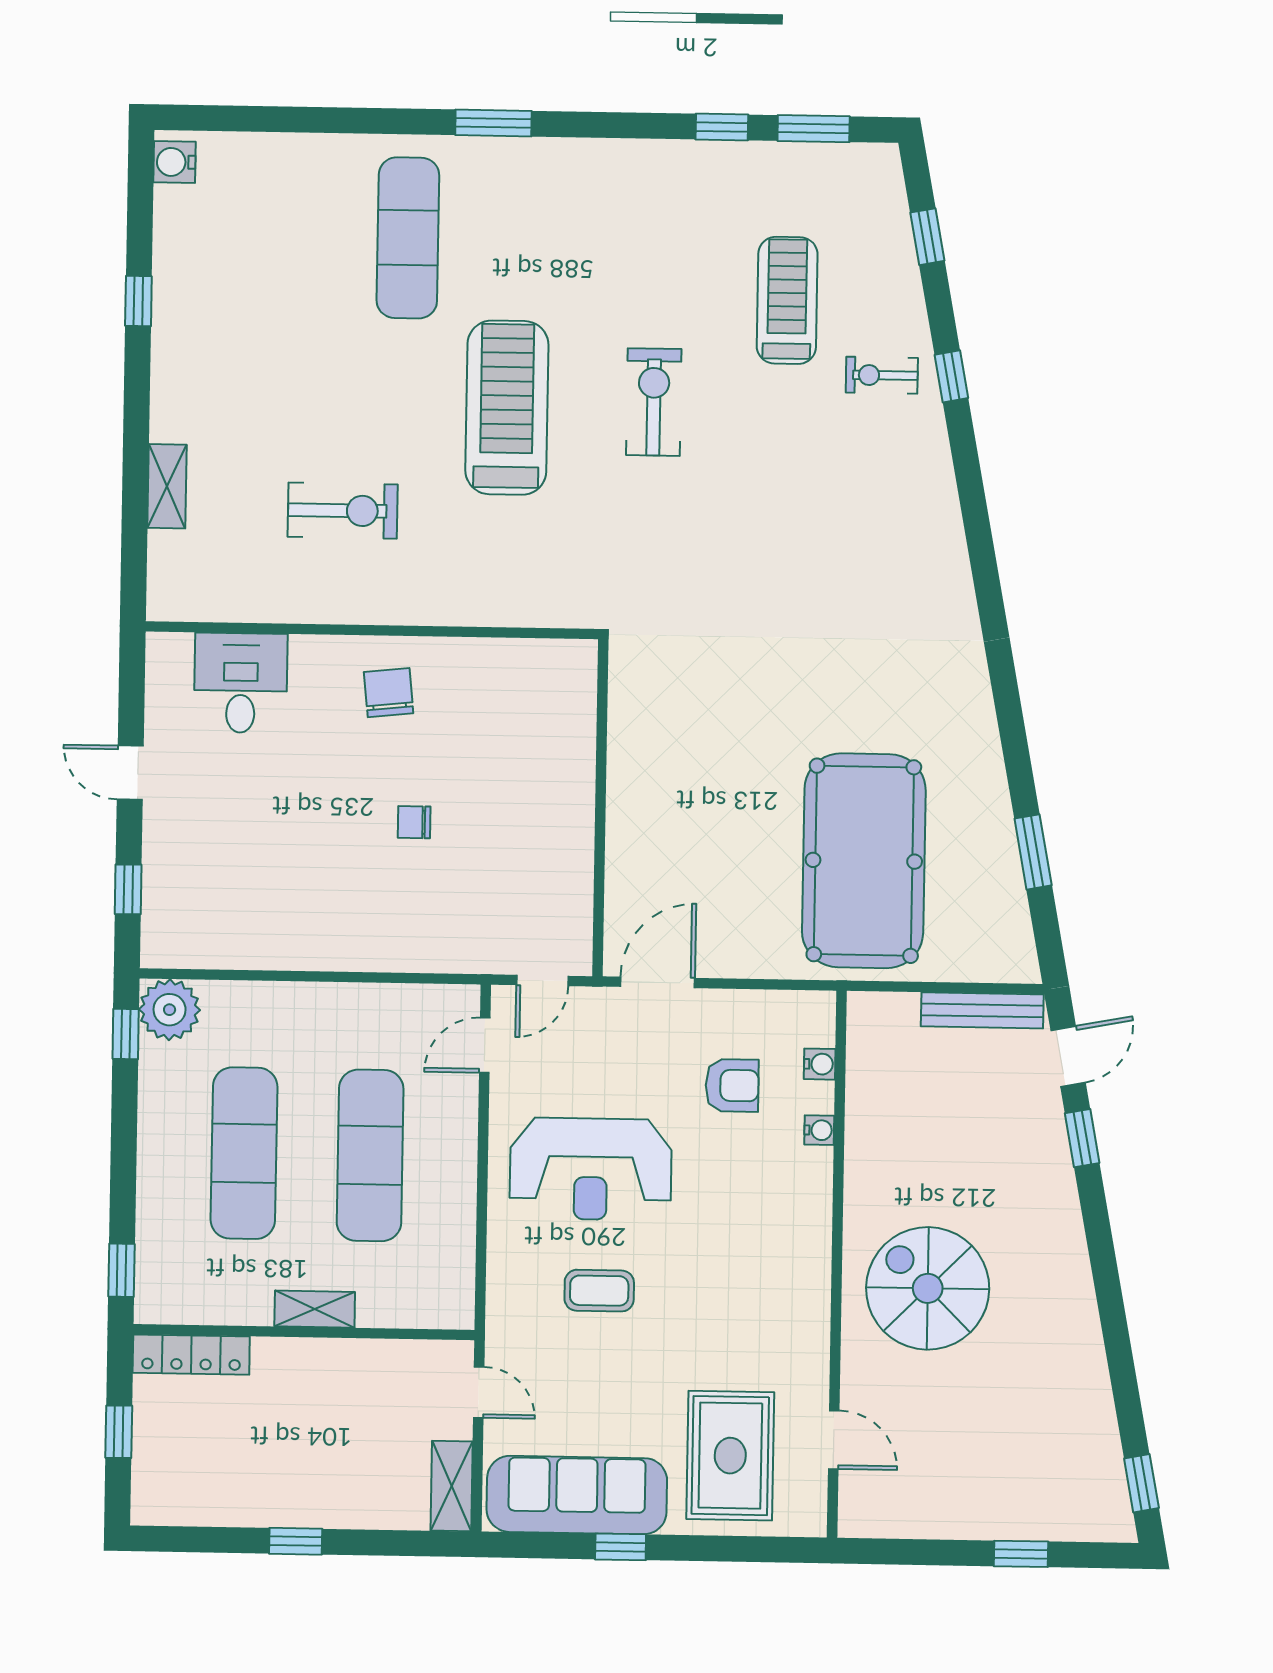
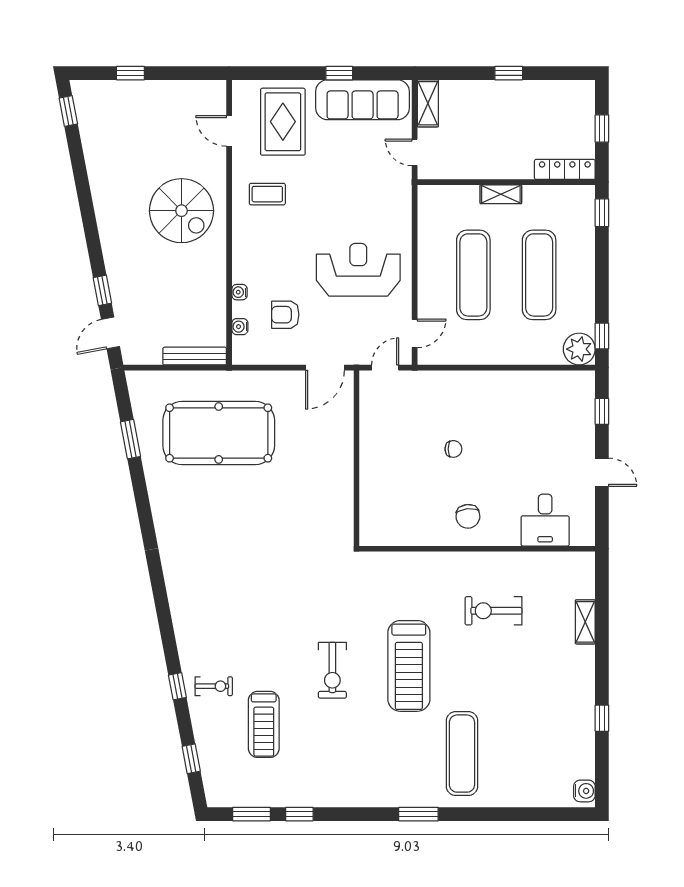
pool table: (864, 861) -> (219, 433), turned 90
bench: (982, 1010) -> (195, 356), moved
coffee table: (599, 1291) -> (267, 194), moved

